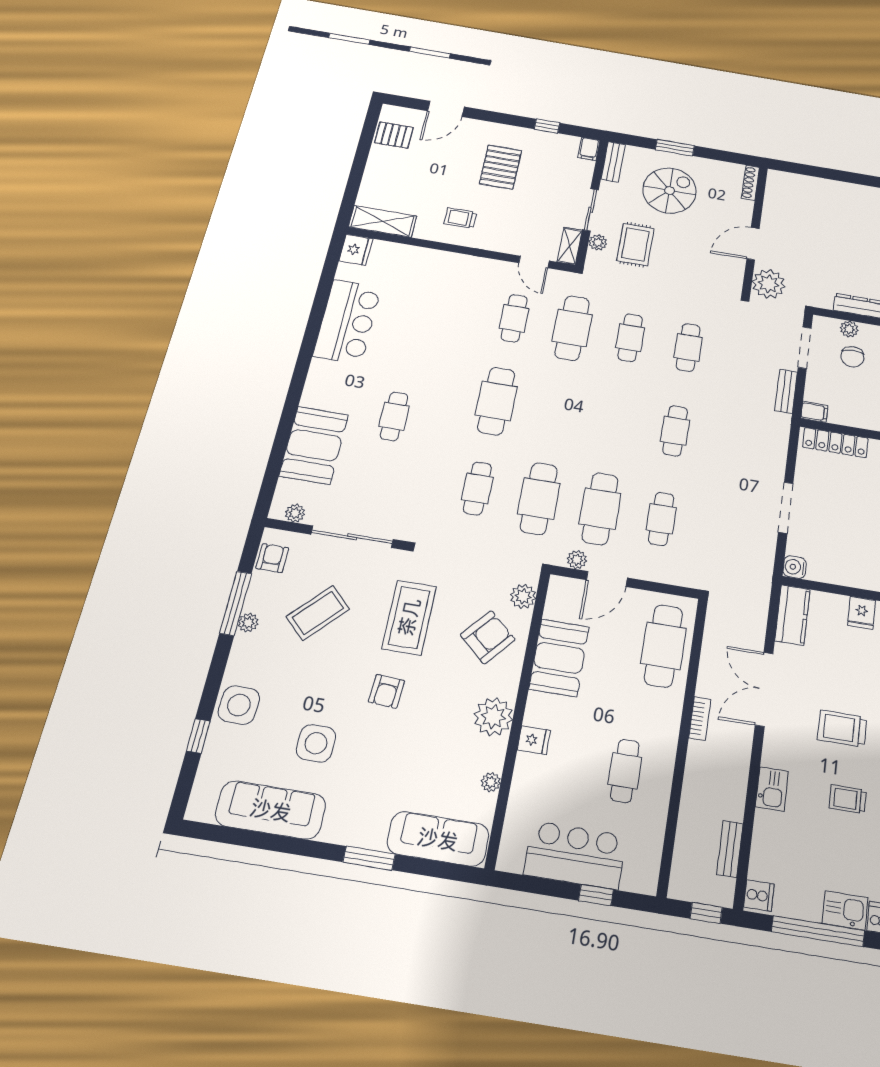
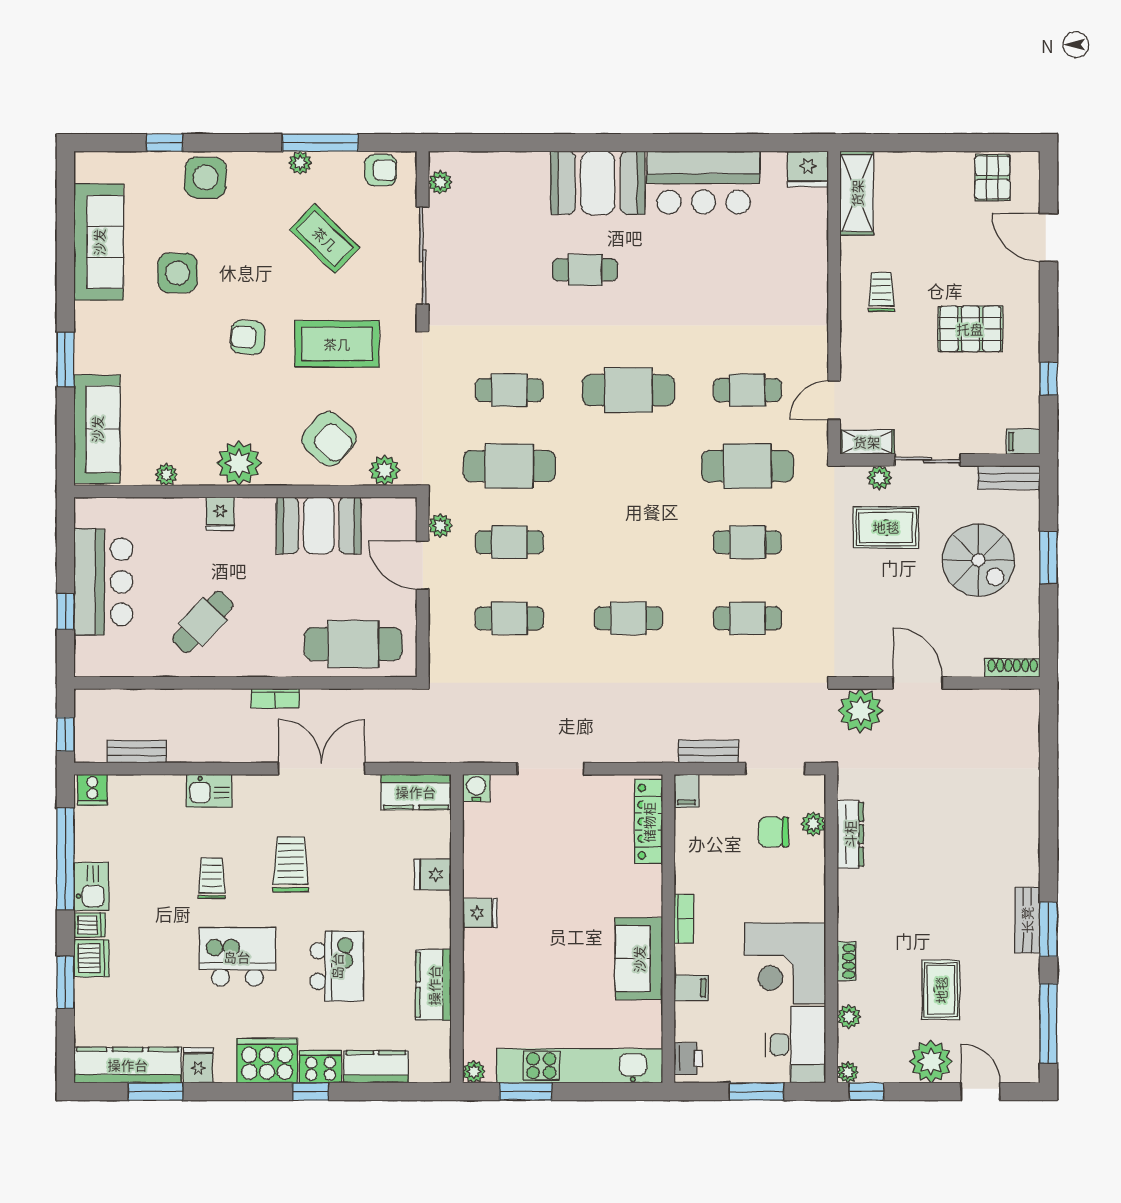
booth: (314, 445) -> (598, 183), moved
cafe table: (600, 509) -> (509, 542), width x0.73, depth x0.74
cafe table: (625, 771) -> (203, 622), turned -46

